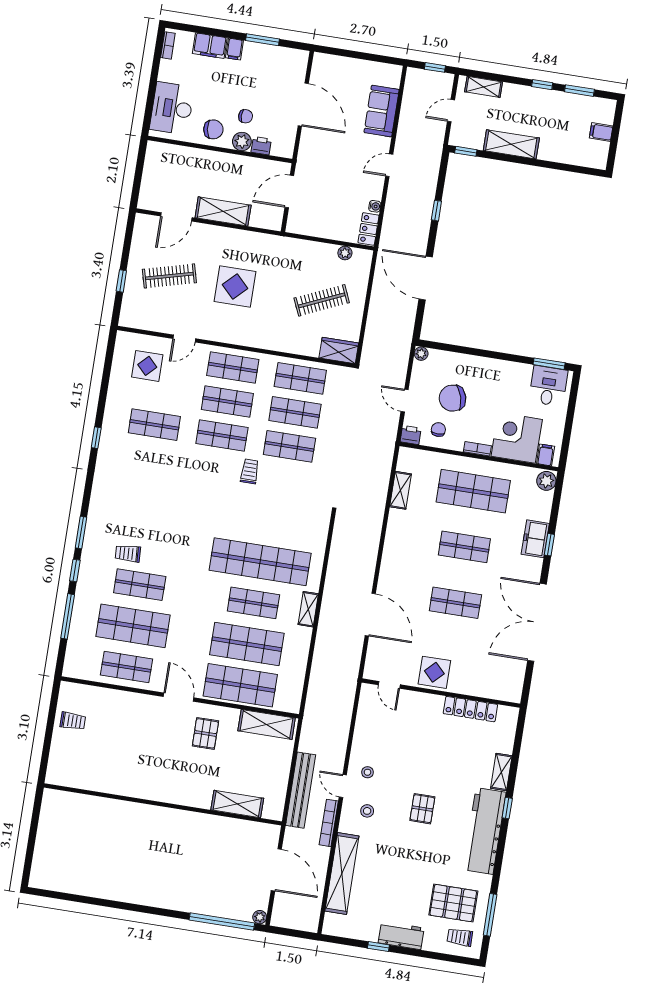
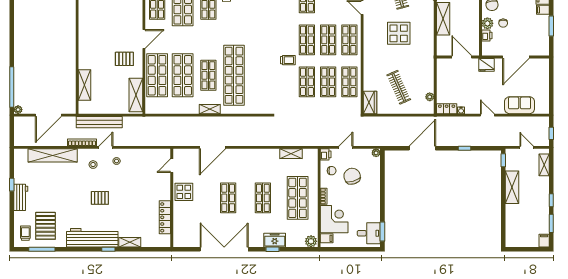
filing cabinet: (601, 132) -> (544, 241), moved
fridge: (308, 154) -> (487, 65), added

